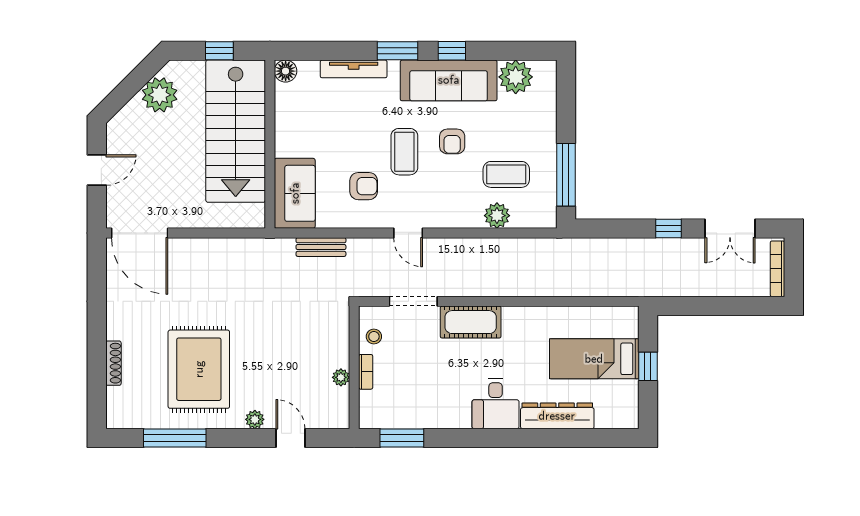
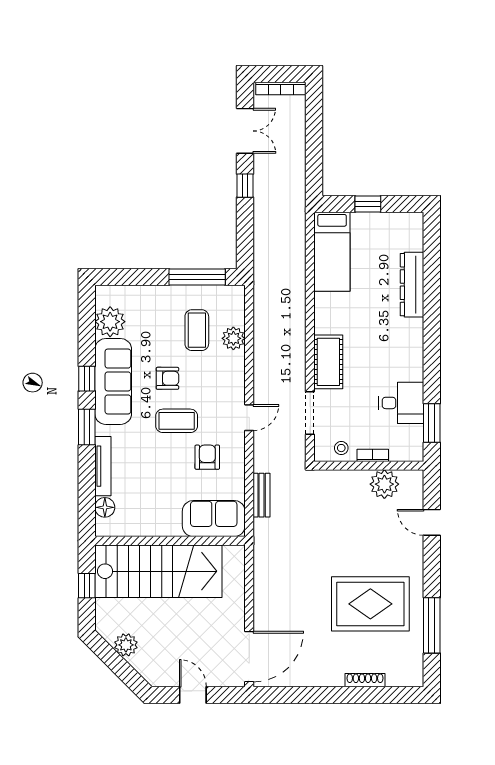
floor lamp: (286, 71) -> (105, 507), moved
plant: (160, 95) -> (126, 645), width x0.73, depth x0.73
bed: (594, 359) -> (332, 252), moved
plant: (341, 377) -> (384, 484), width x1.87, depth x1.87
desk: (496, 404) -> (401, 403), moved
plant: (255, 419) -> (415, 554), removed
door: (290, 438) -> (432, 522), hinge flipped

